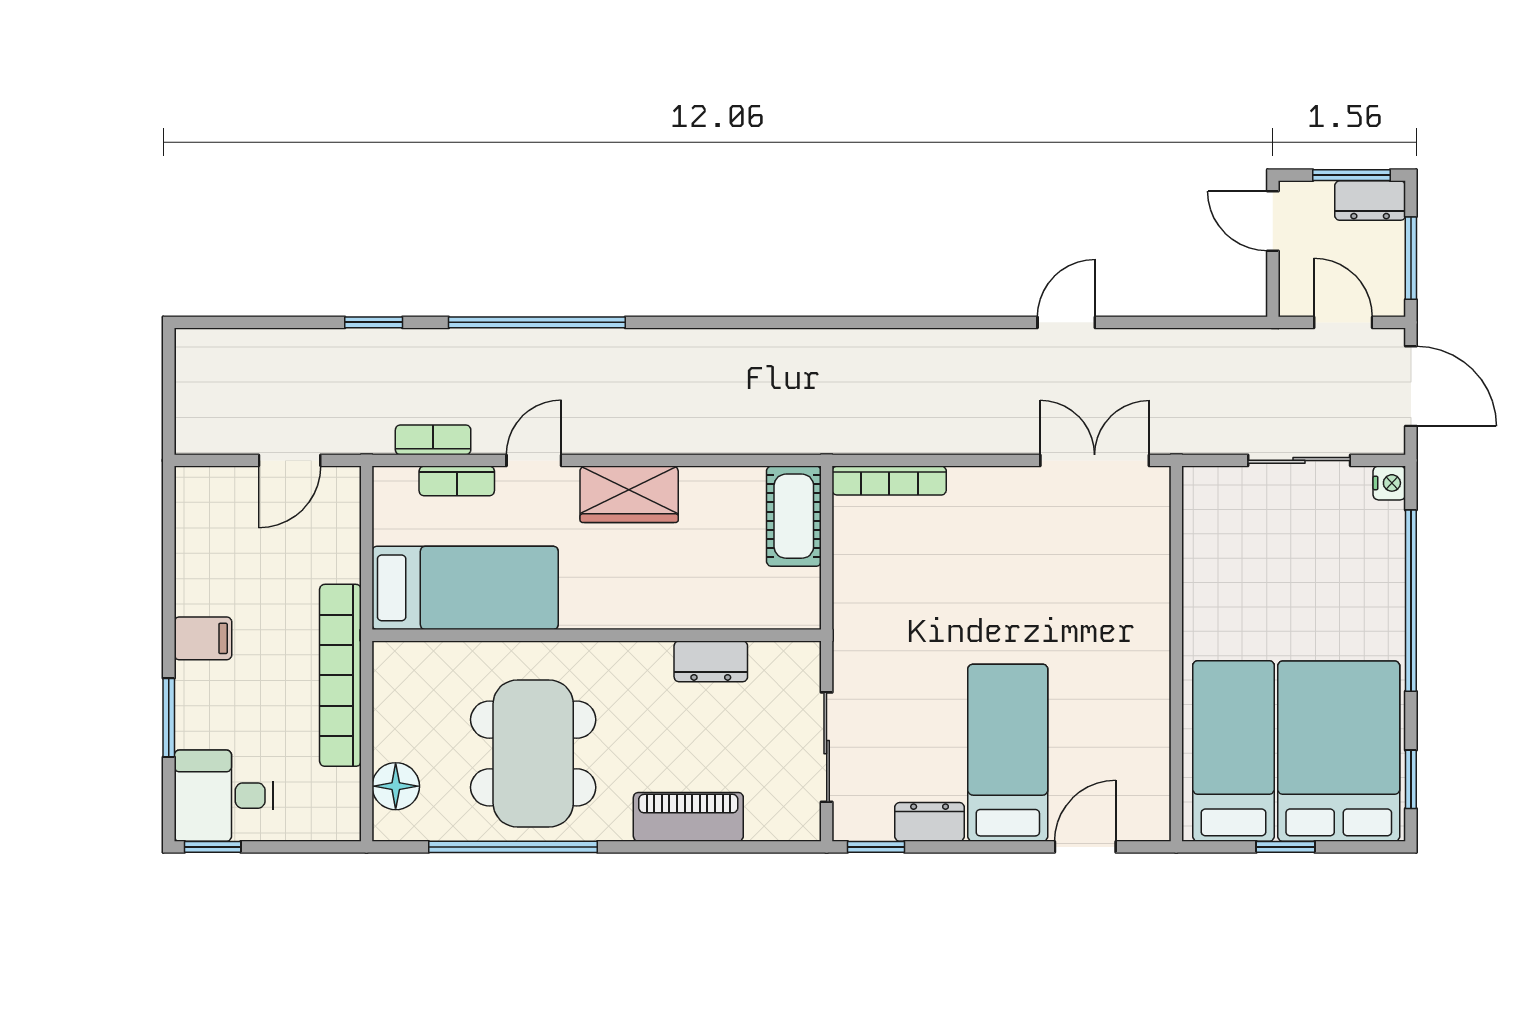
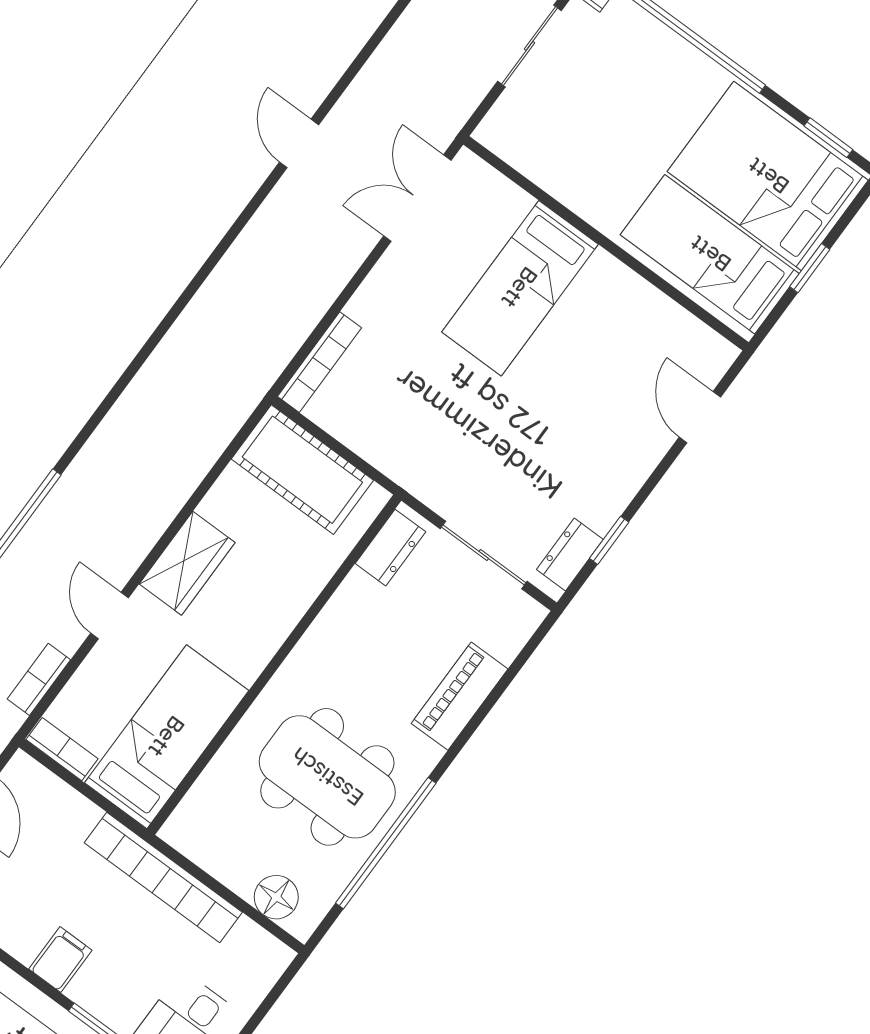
bookcase: (457, 481) -> (62, 749), moved, turned -90
cot: (794, 516) -> (302, 470), width x1.37, depth x1.34
dresser: (711, 661) -> (390, 548), moved
bed: (1008, 753) -> (520, 288), moved, turned -90
dresser: (930, 822) -> (570, 555), moved
window: (876, 847) -> (609, 540), moved

